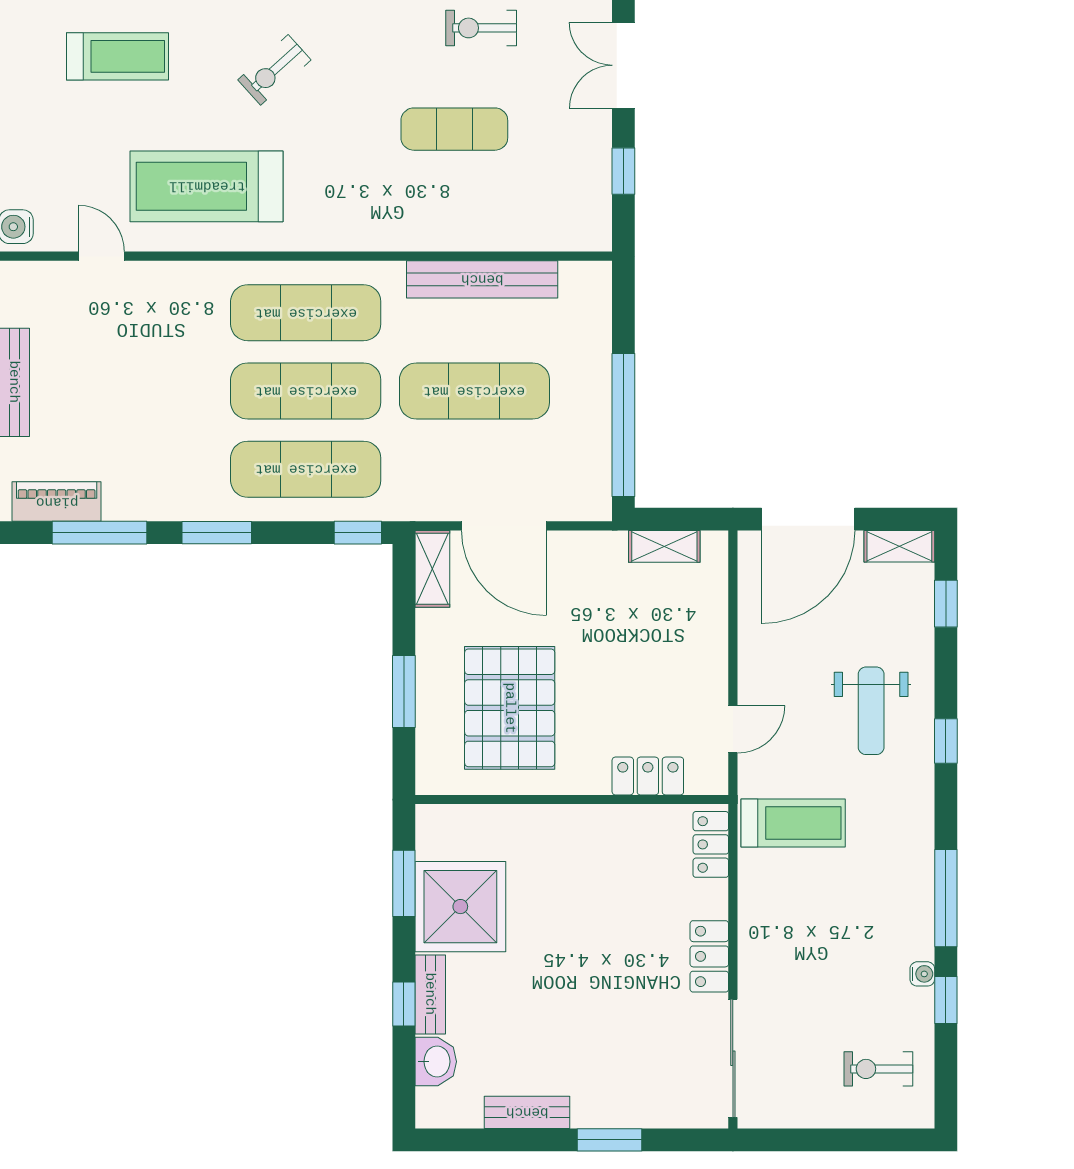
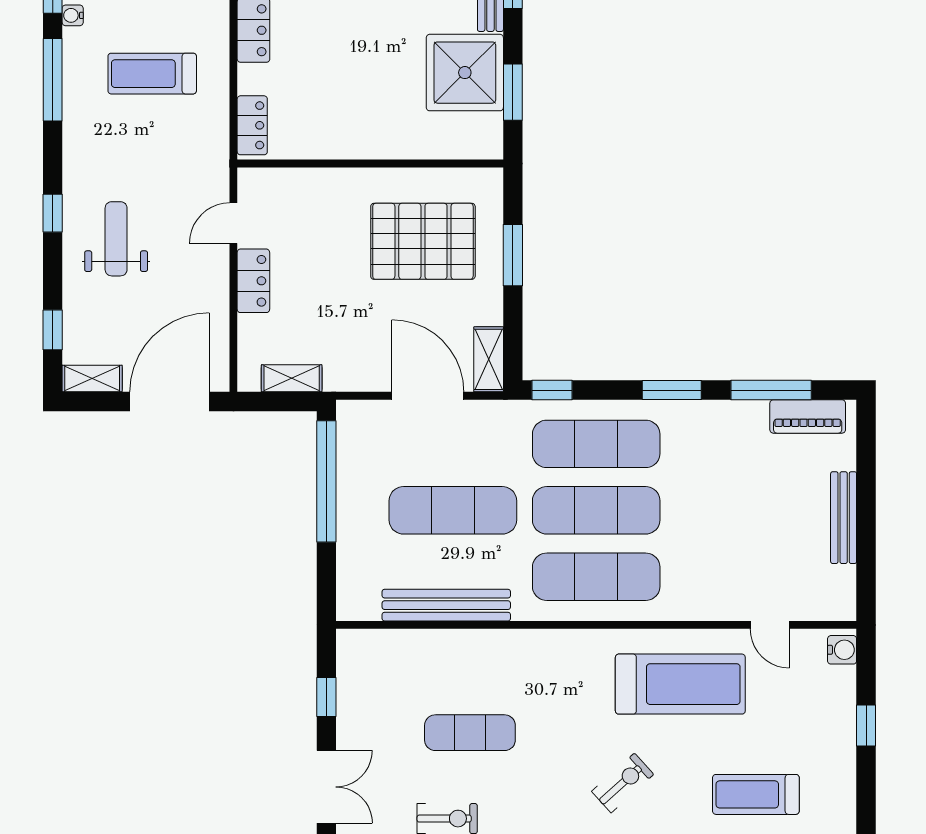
pallet: (510, 708) -> (423, 241), turned 90
locker: (648, 776) -> (253, 281), moved, turned -90
treadmill: (793, 823) -> (152, 74), moved

